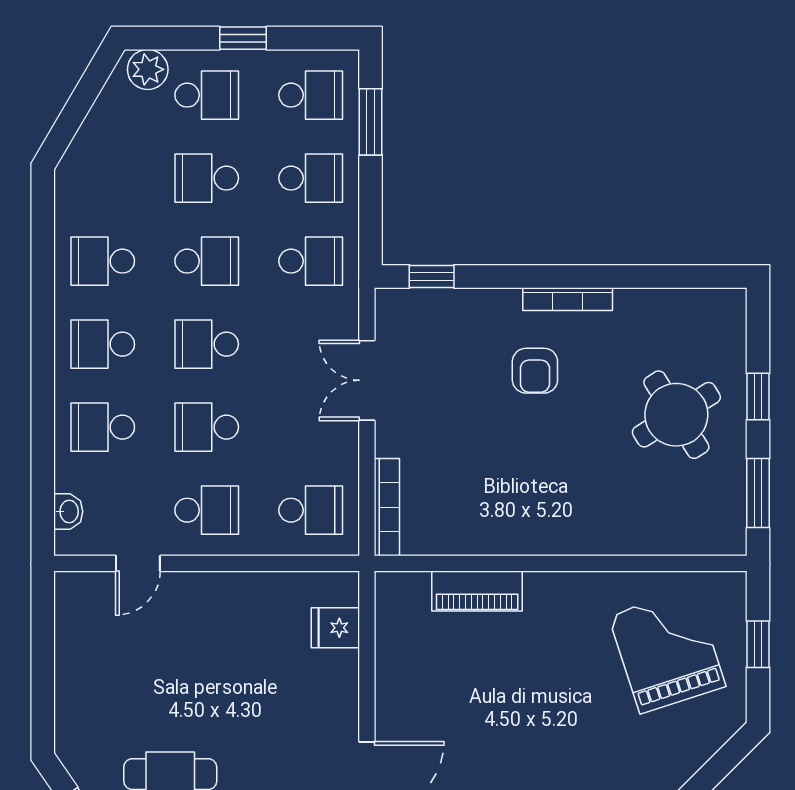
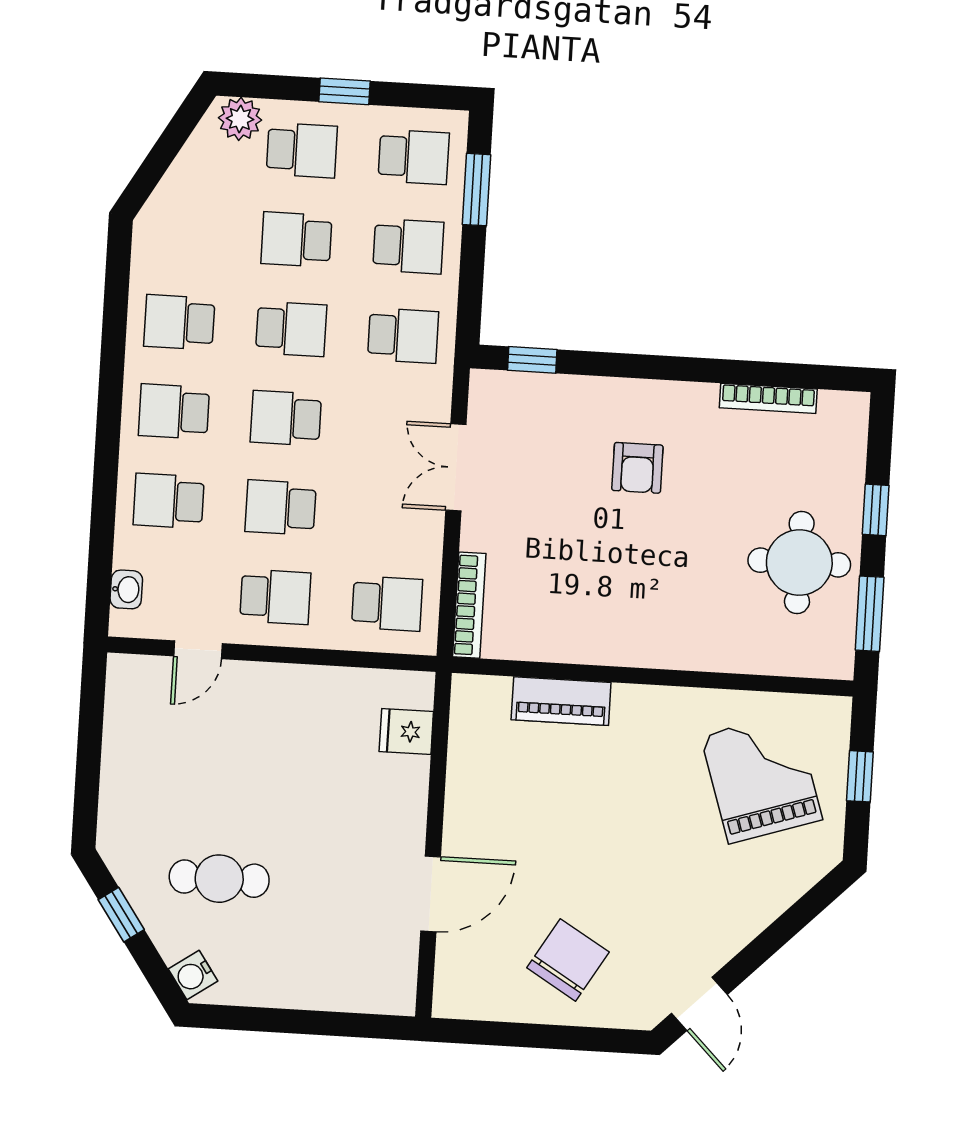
bookcase: (568, 299) -> (768, 398), moved
round table: (676, 415) -> (799, 563), moved, turned 32

